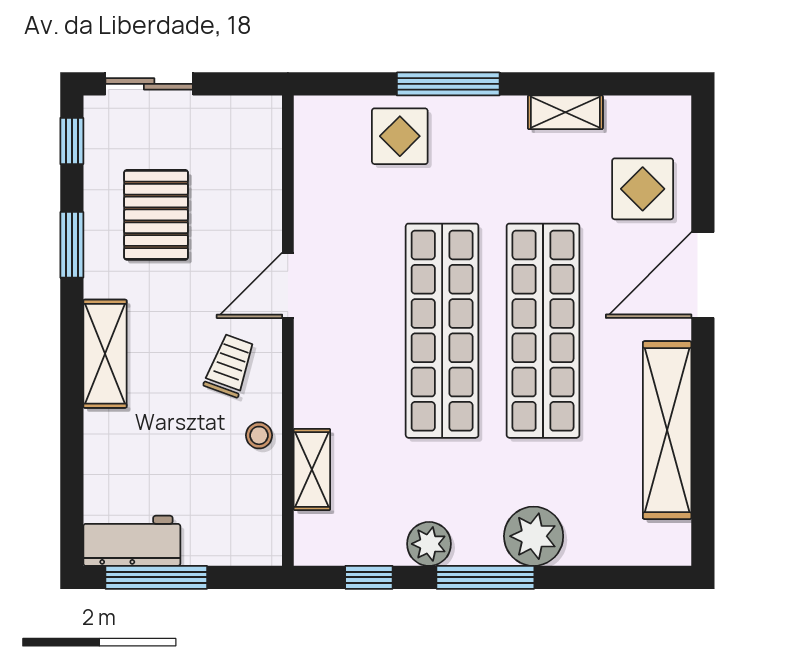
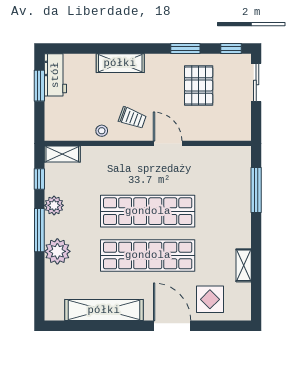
window: (448, 84) -> (256, 190), moved
display table: (400, 136) -> (233, 193), removed
pallet: (156, 215) -> (199, 85), turned 90
shelving: (105, 354) -> (120, 63), moved
shelving: (312, 469) -> (62, 154), moved
window: (156, 577) -> (39, 86), width x0.69

